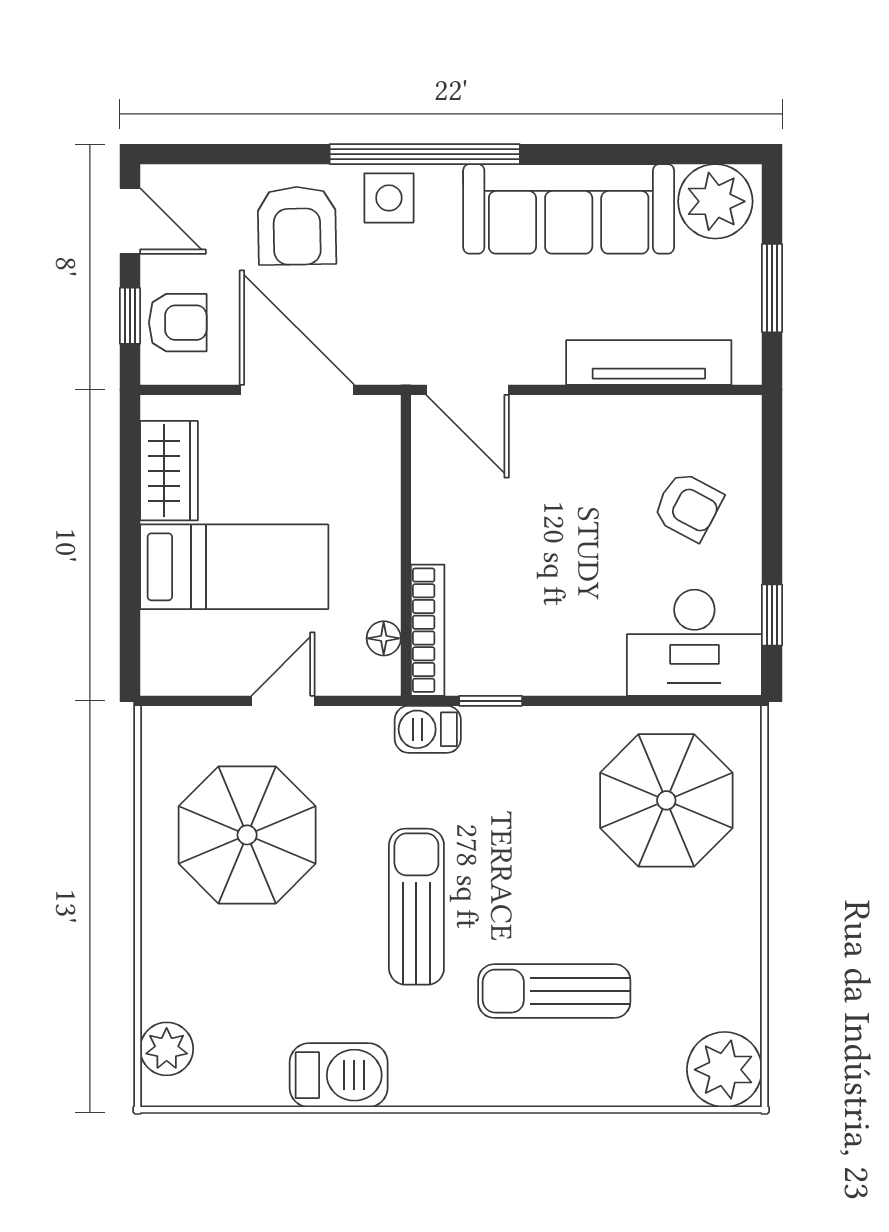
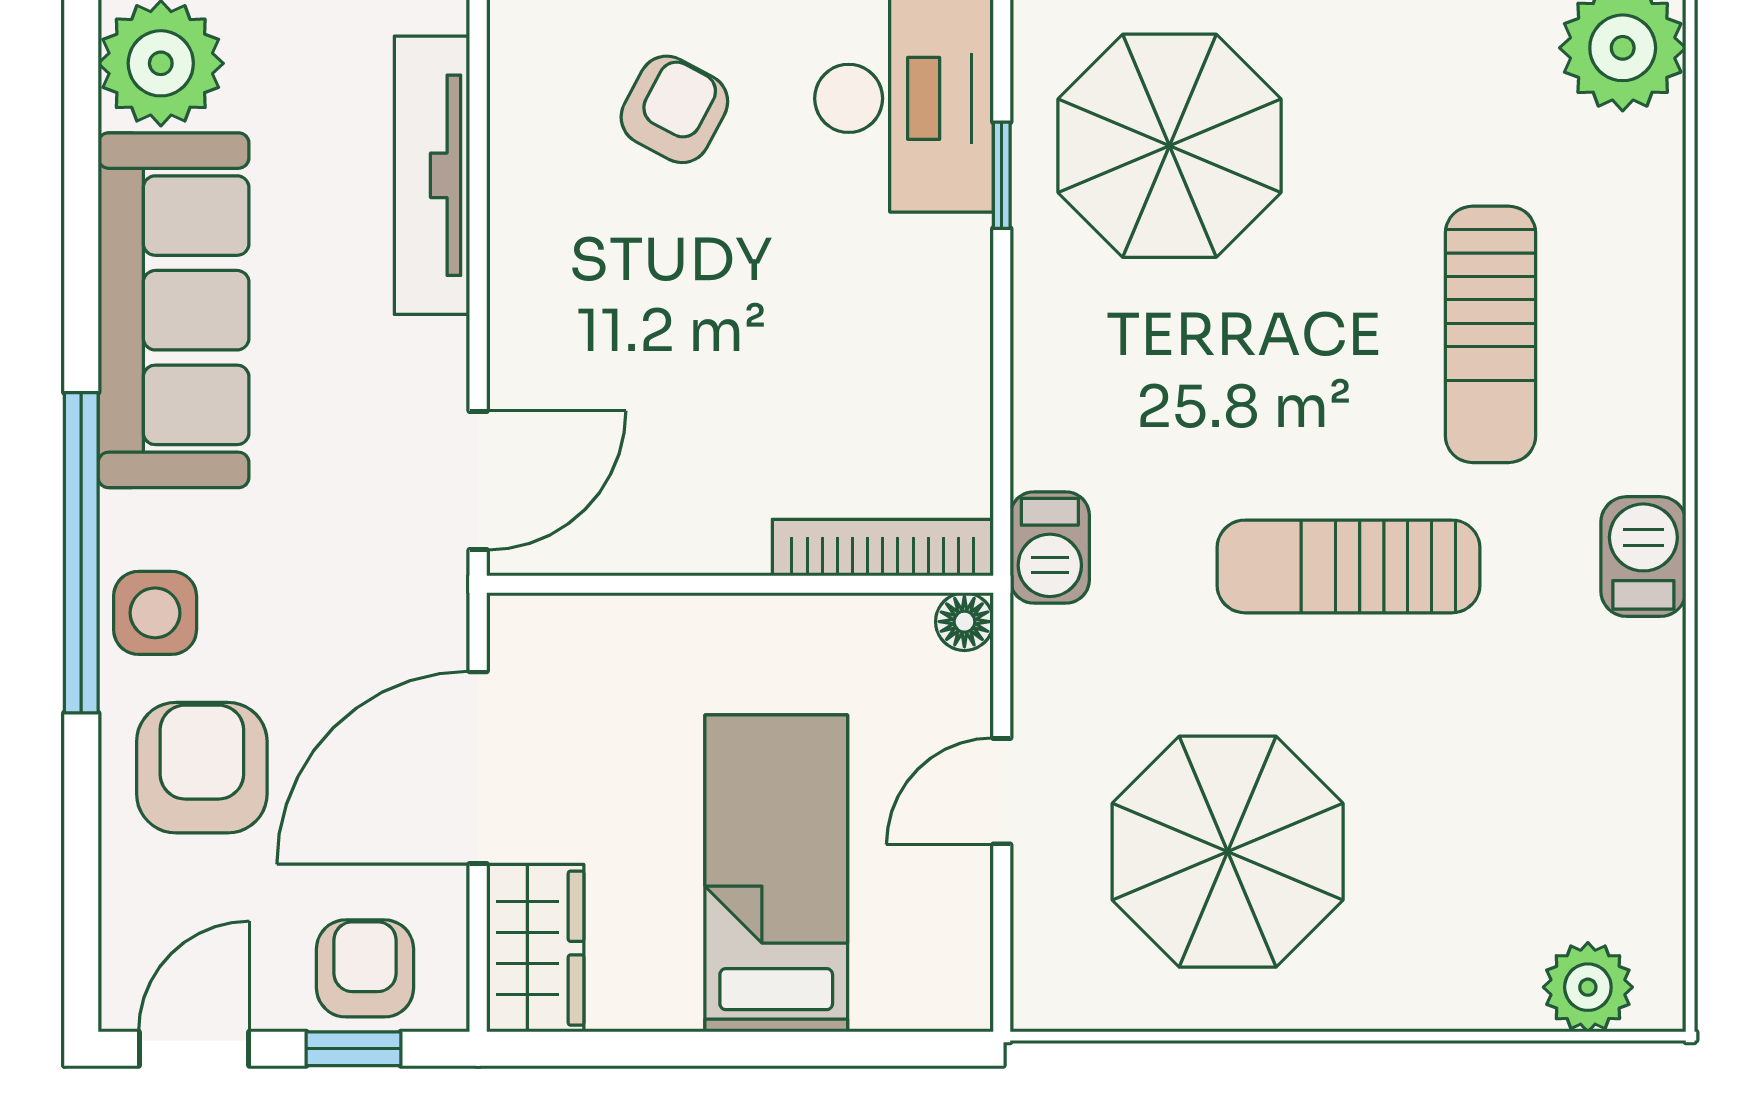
armchair: (297, 226) -> (202, 768), turned -89
wardrobe: (169, 471) -> (535, 948), moved, turned 90
floor lamp: (384, 638) -> (964, 622), moved
door: (283, 701) -> (1002, 791), hinge flipped
window: (491, 701) -> (1002, 175), moved
barbecue: (339, 1075) -> (1643, 557), moved, width x0.73, depth x0.79

